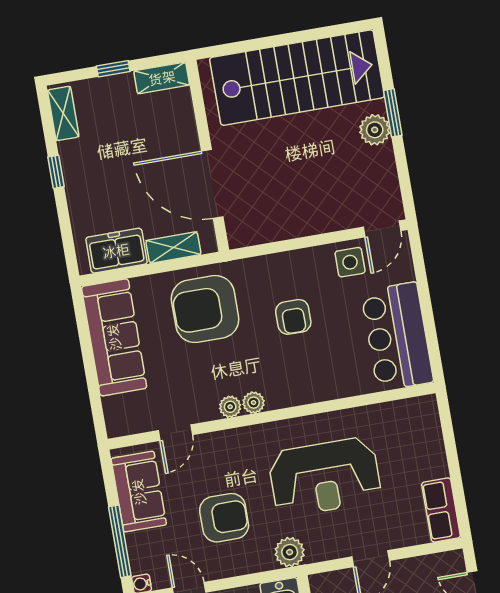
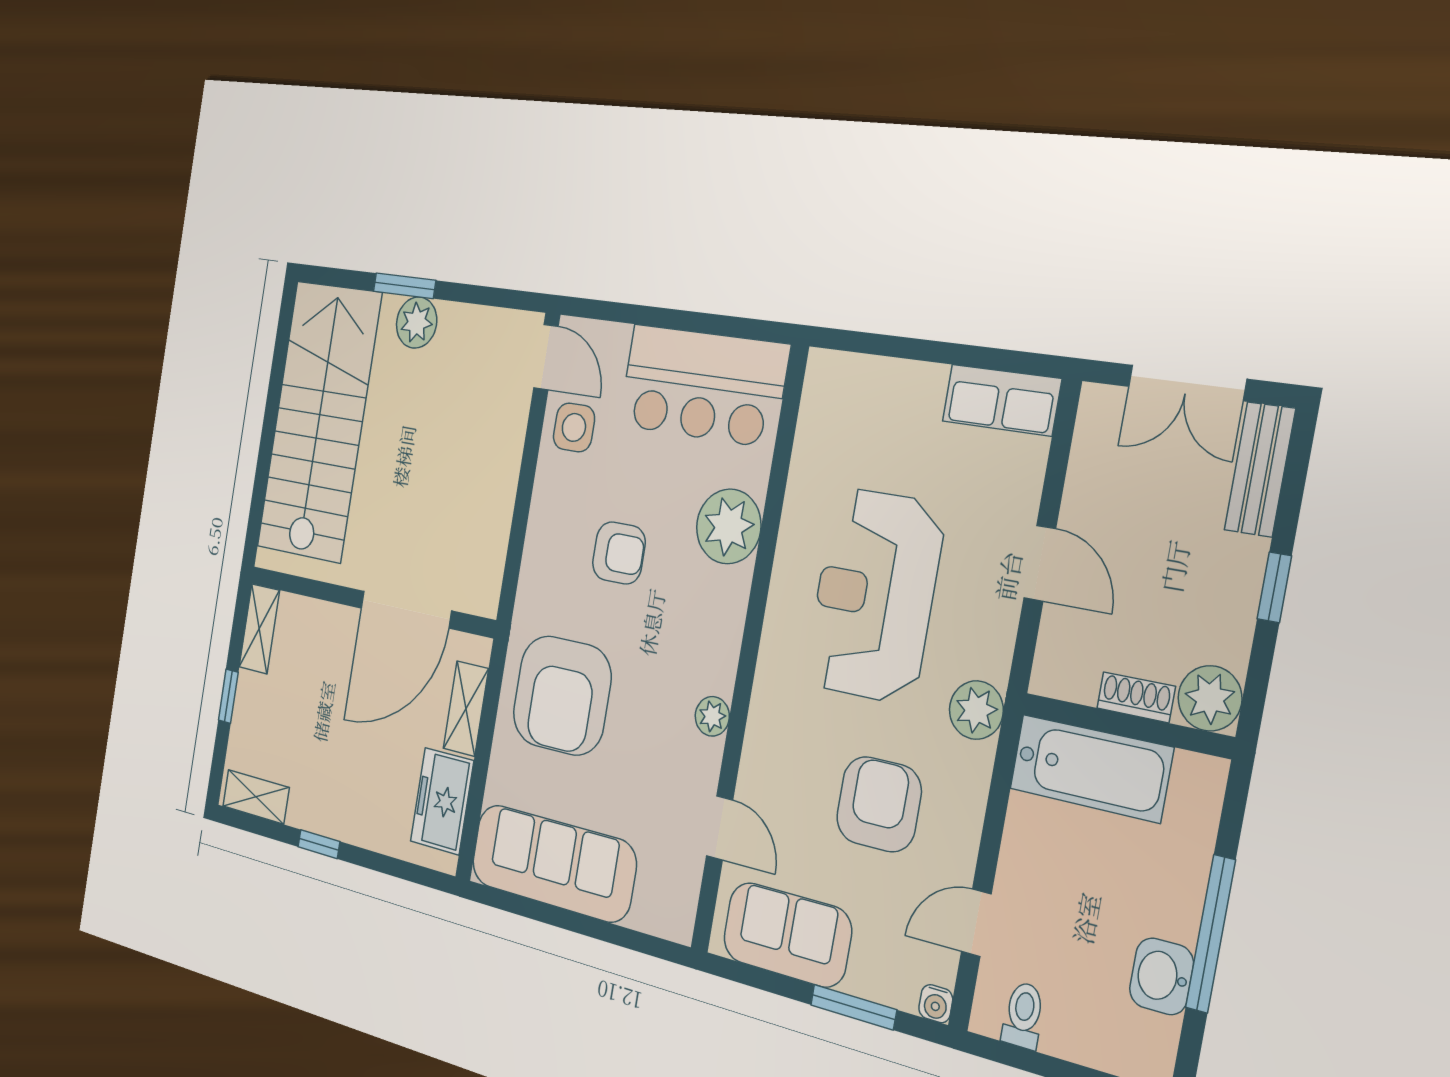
plant: (254, 403) -> (729, 526), moved, width x1.88, depth x1.88
reception desk: (325, 477) -> (874, 595), turned 180
window: (120, 541) -> (853, 1007), width x0.69

